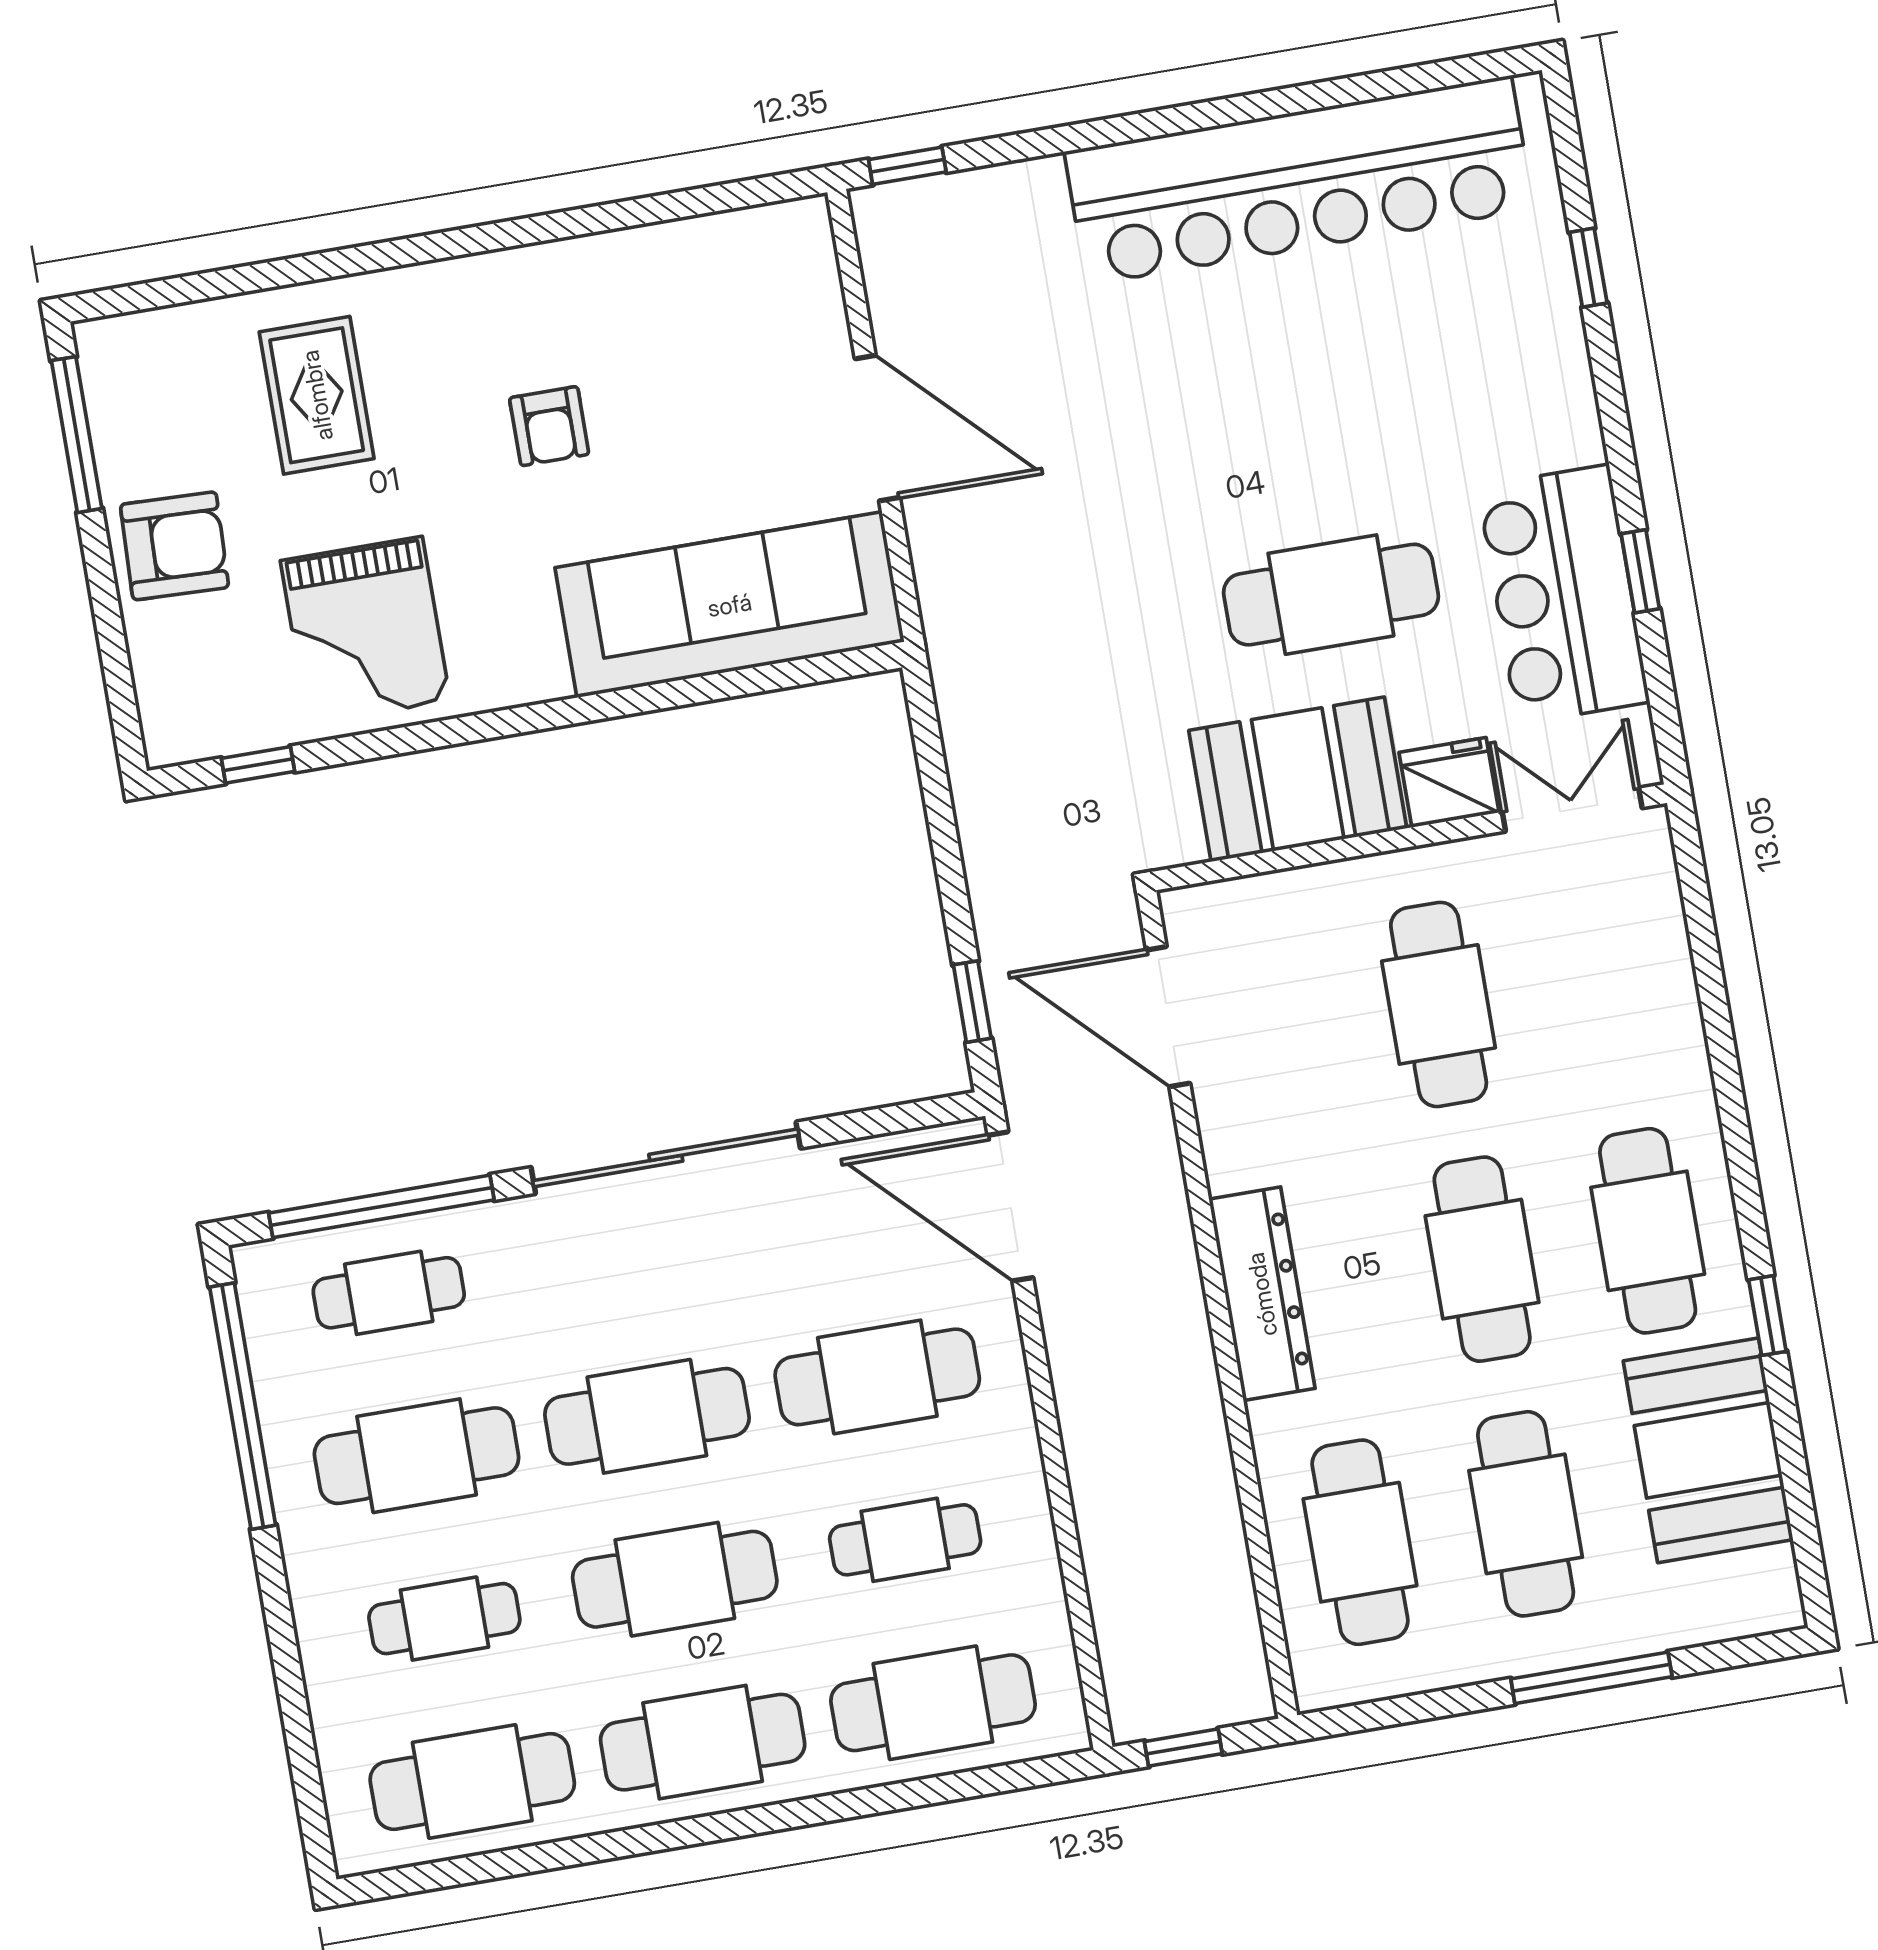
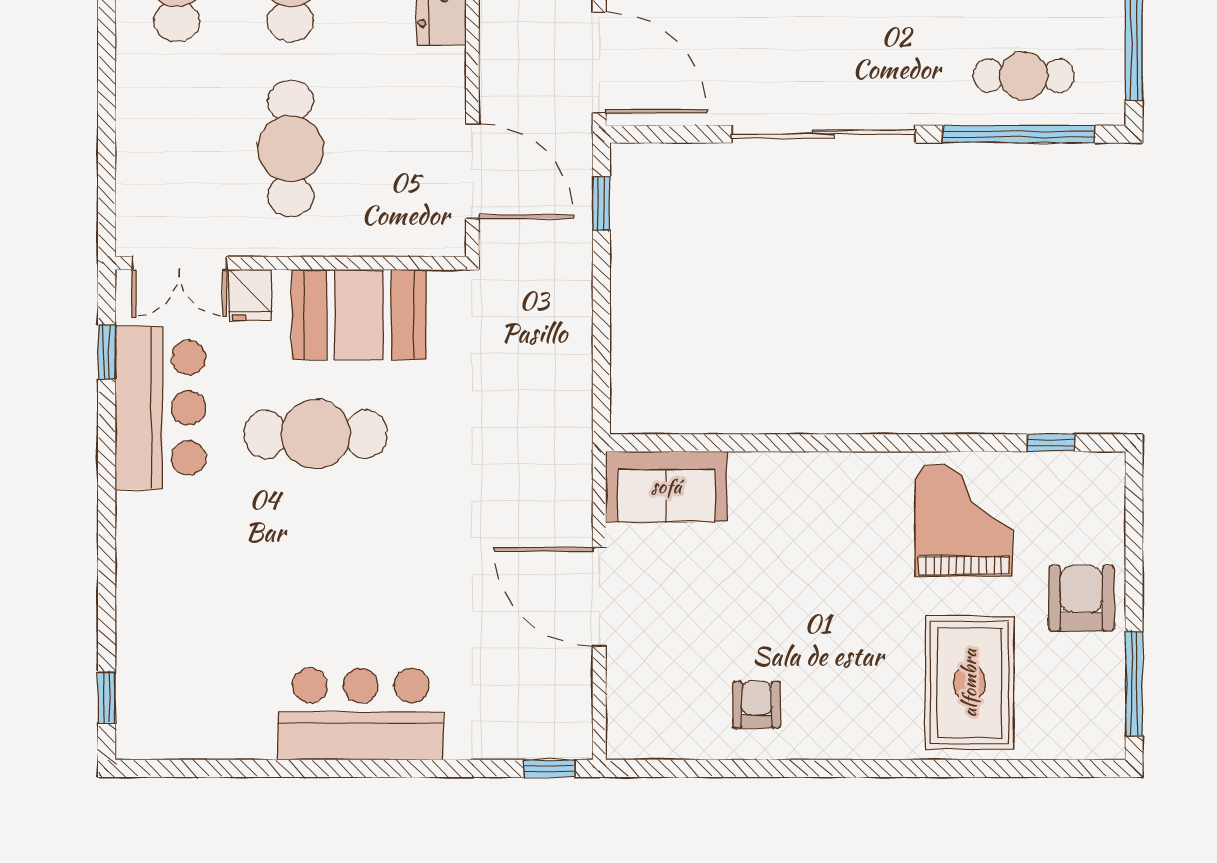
bar counter: (1299, 180) -> (361, 714), width x0.54
window: (1588, 268) -> (107, 697), moved
rug: (317, 395) -> (969, 683), width x1.36, depth x1.43
armchair: (549, 426) -> (757, 705), moved
armchair: (175, 546) -> (1081, 598), turned 88
window: (1640, 571) -> (107, 352), moved
sofa: (730, 605) -> (666, 486), width x0.54, depth x0.79
fridge: (1449, 782) -> (250, 295), width x0.72

